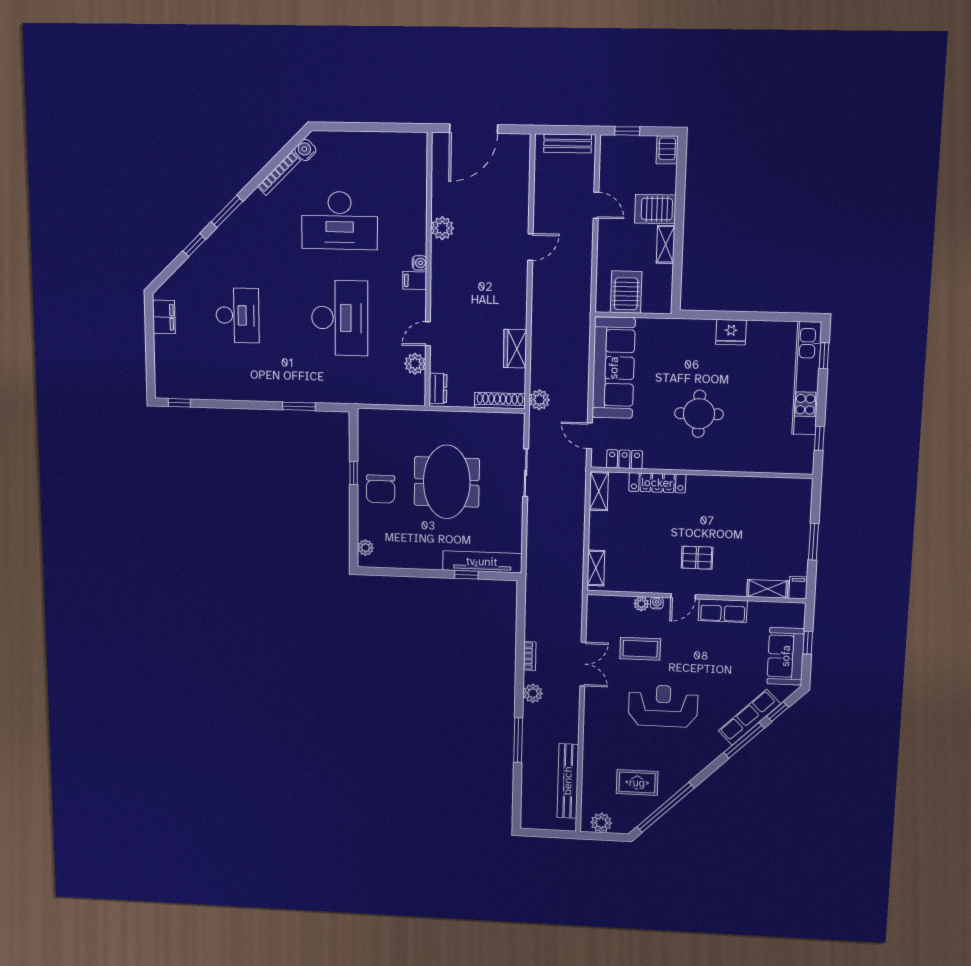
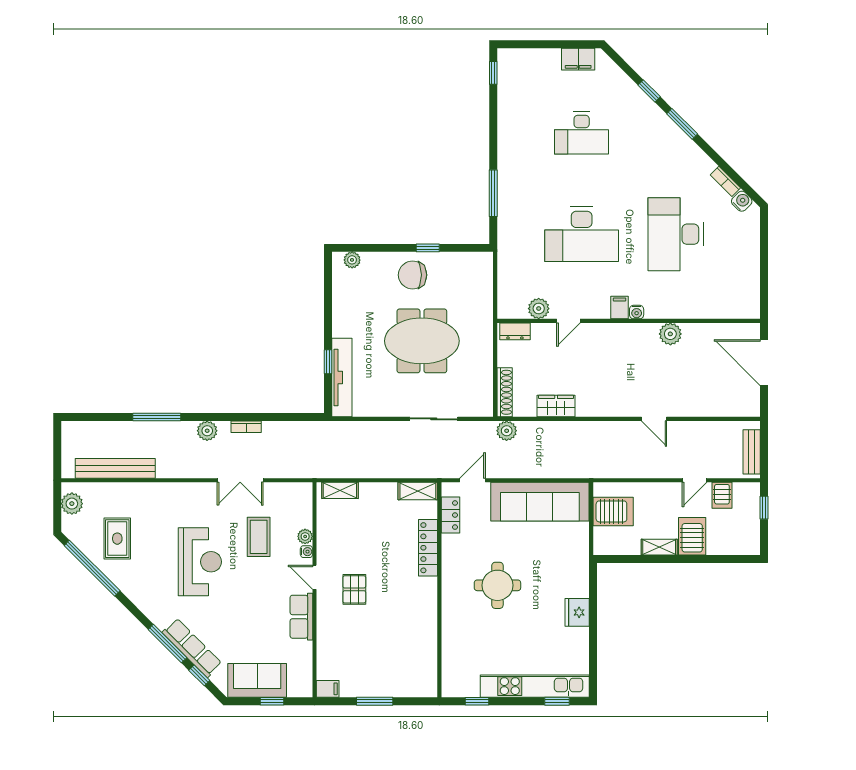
server rack: (667, 150) -> (722, 495), moved, turned -90
bookcase: (279, 173) -> (725, 181), width x0.64
door: (428, 334) -> (568, 321), swing flipped
window: (299, 406) -> (493, 193), width x1.44
shelving: (767, 589) -> (325, 659), removed

